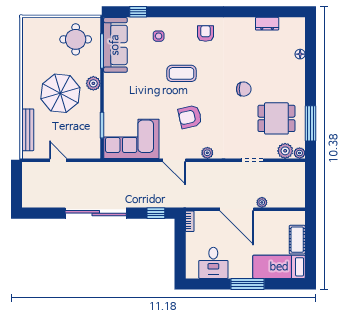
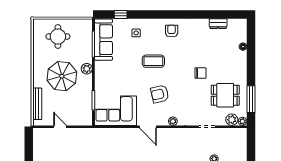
round table: (76, 39) -> (58, 36), moved

